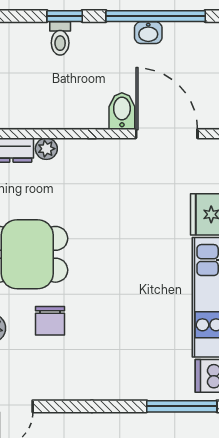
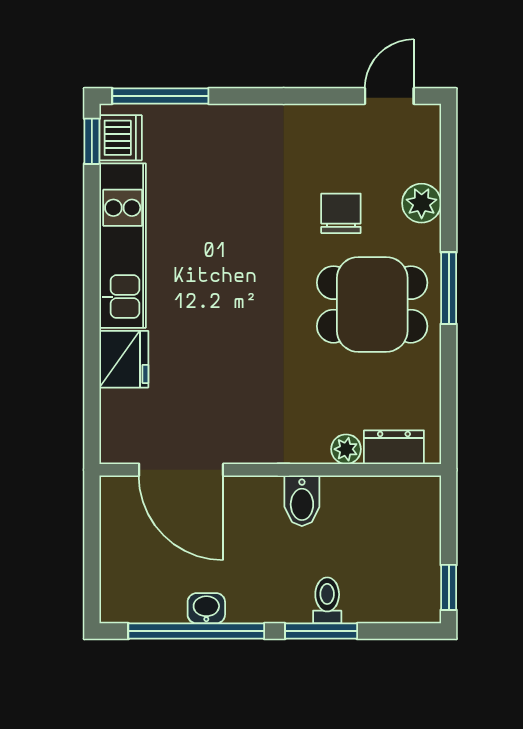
window: (65, 16) -> (321, 631), width x1.50
bidet: (122, 111) -> (302, 501), moved

